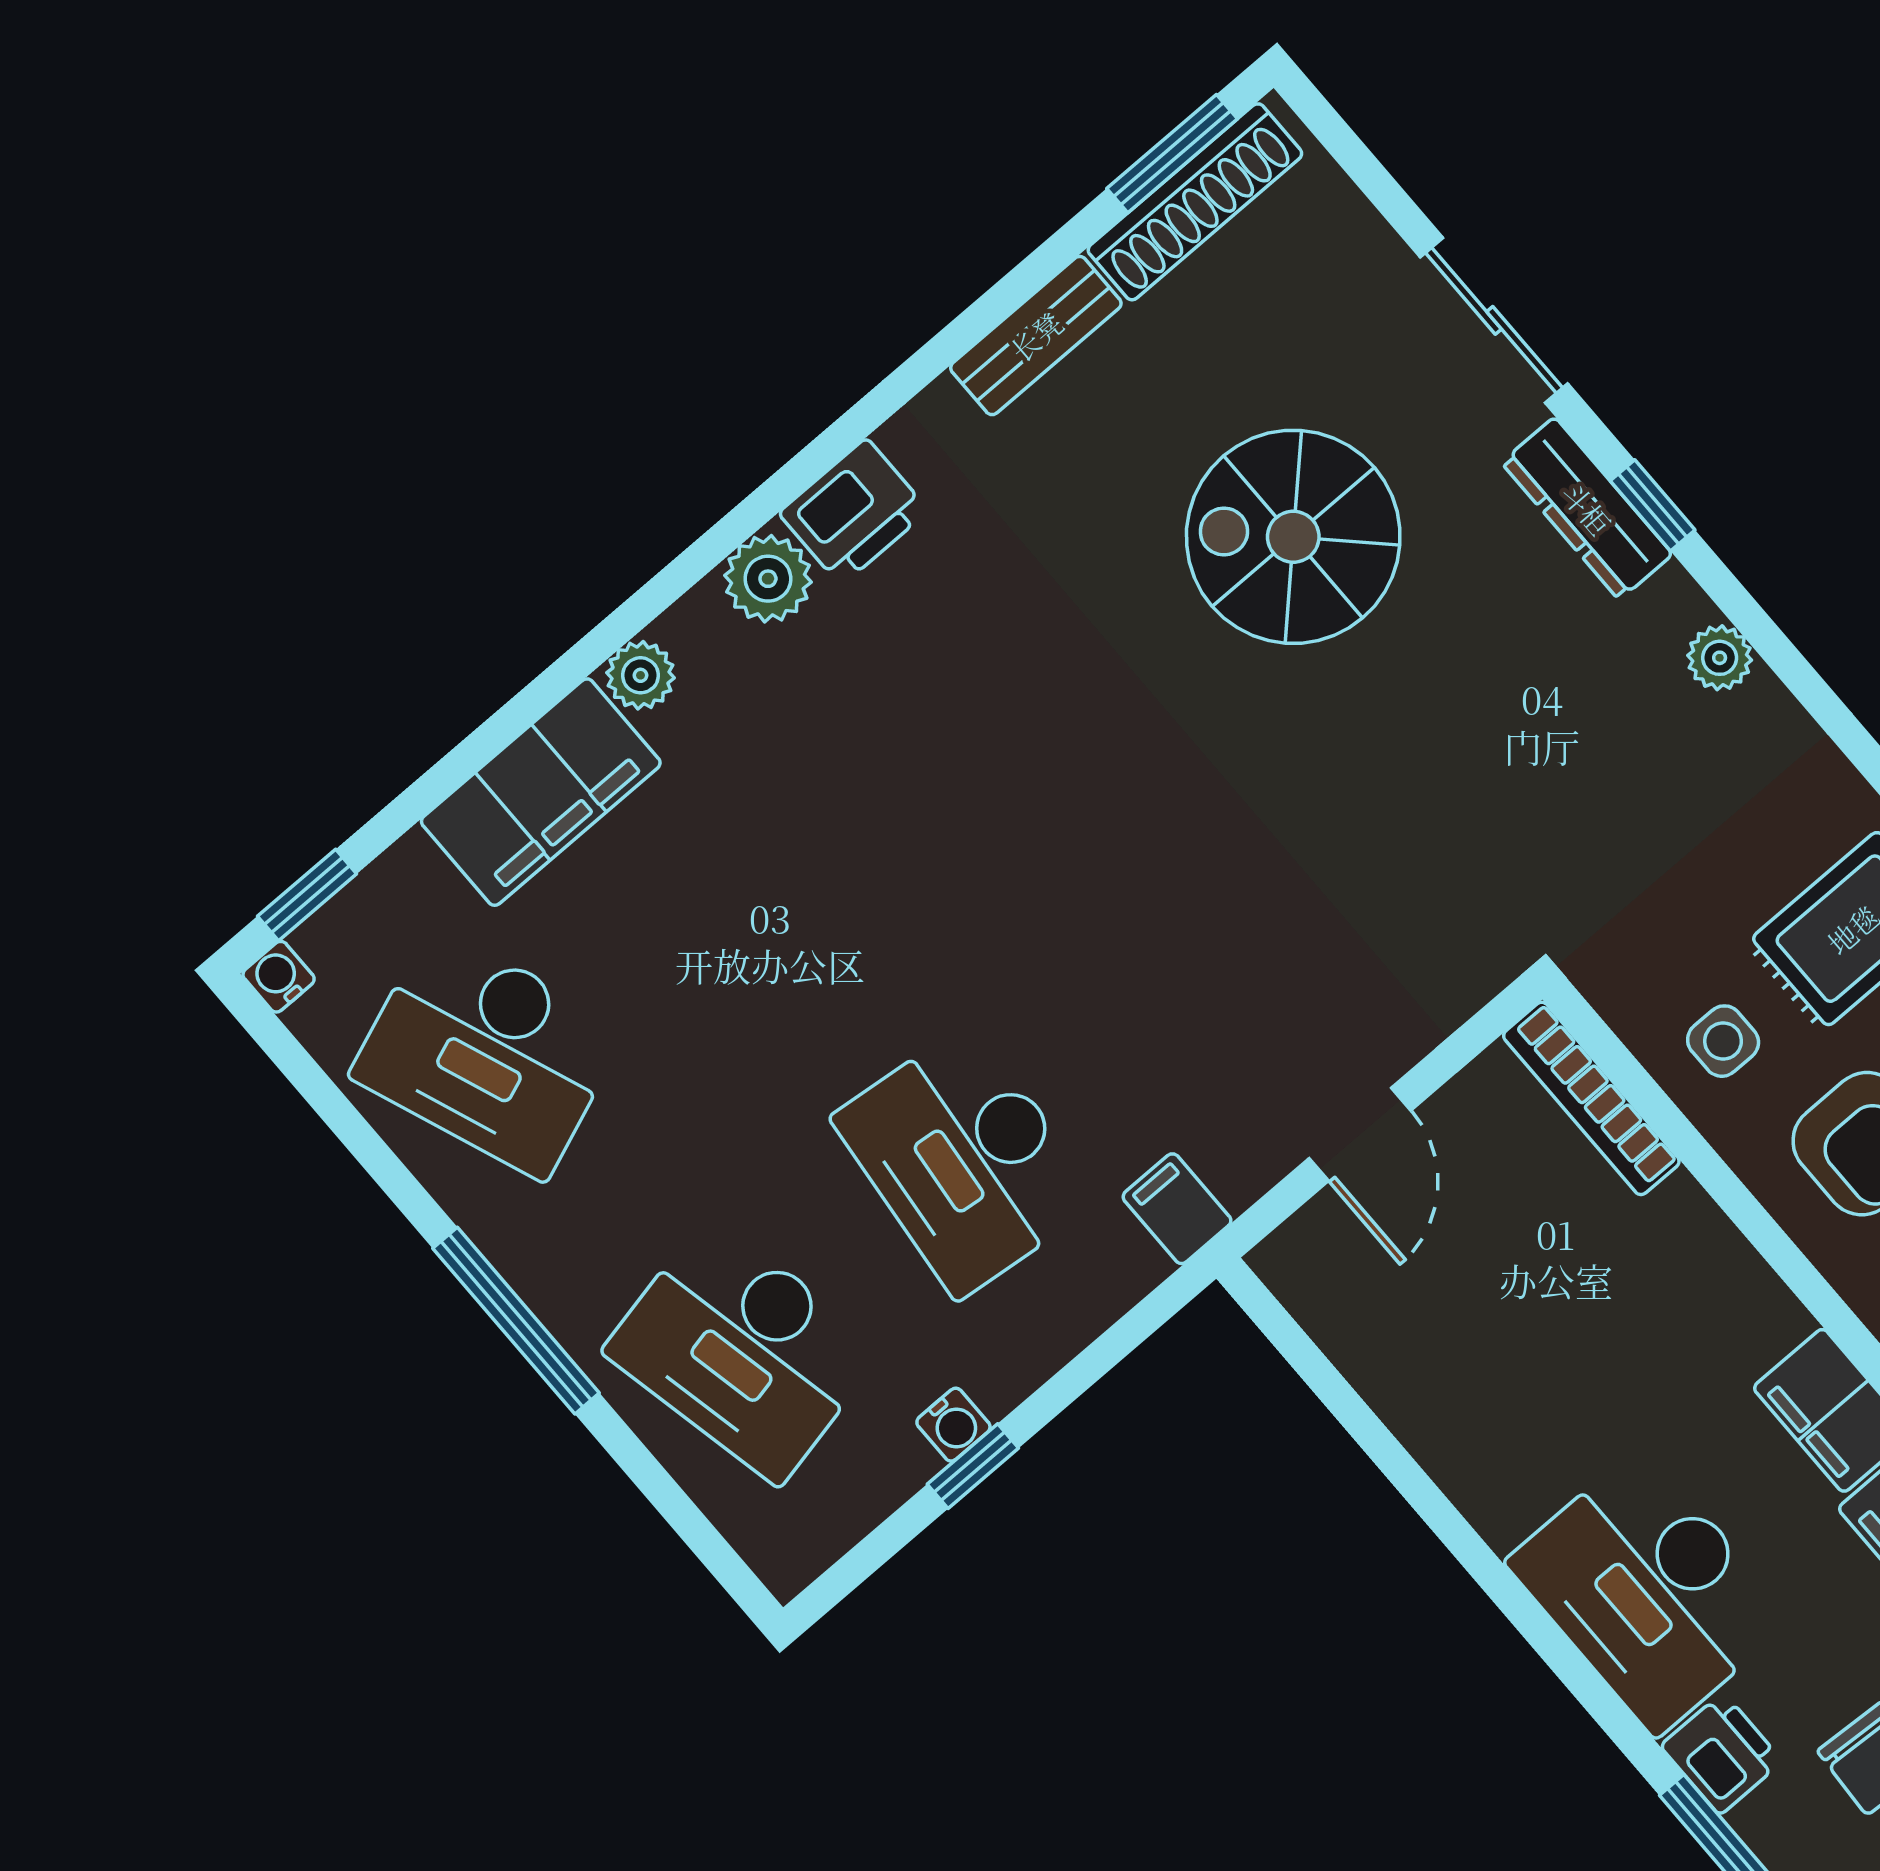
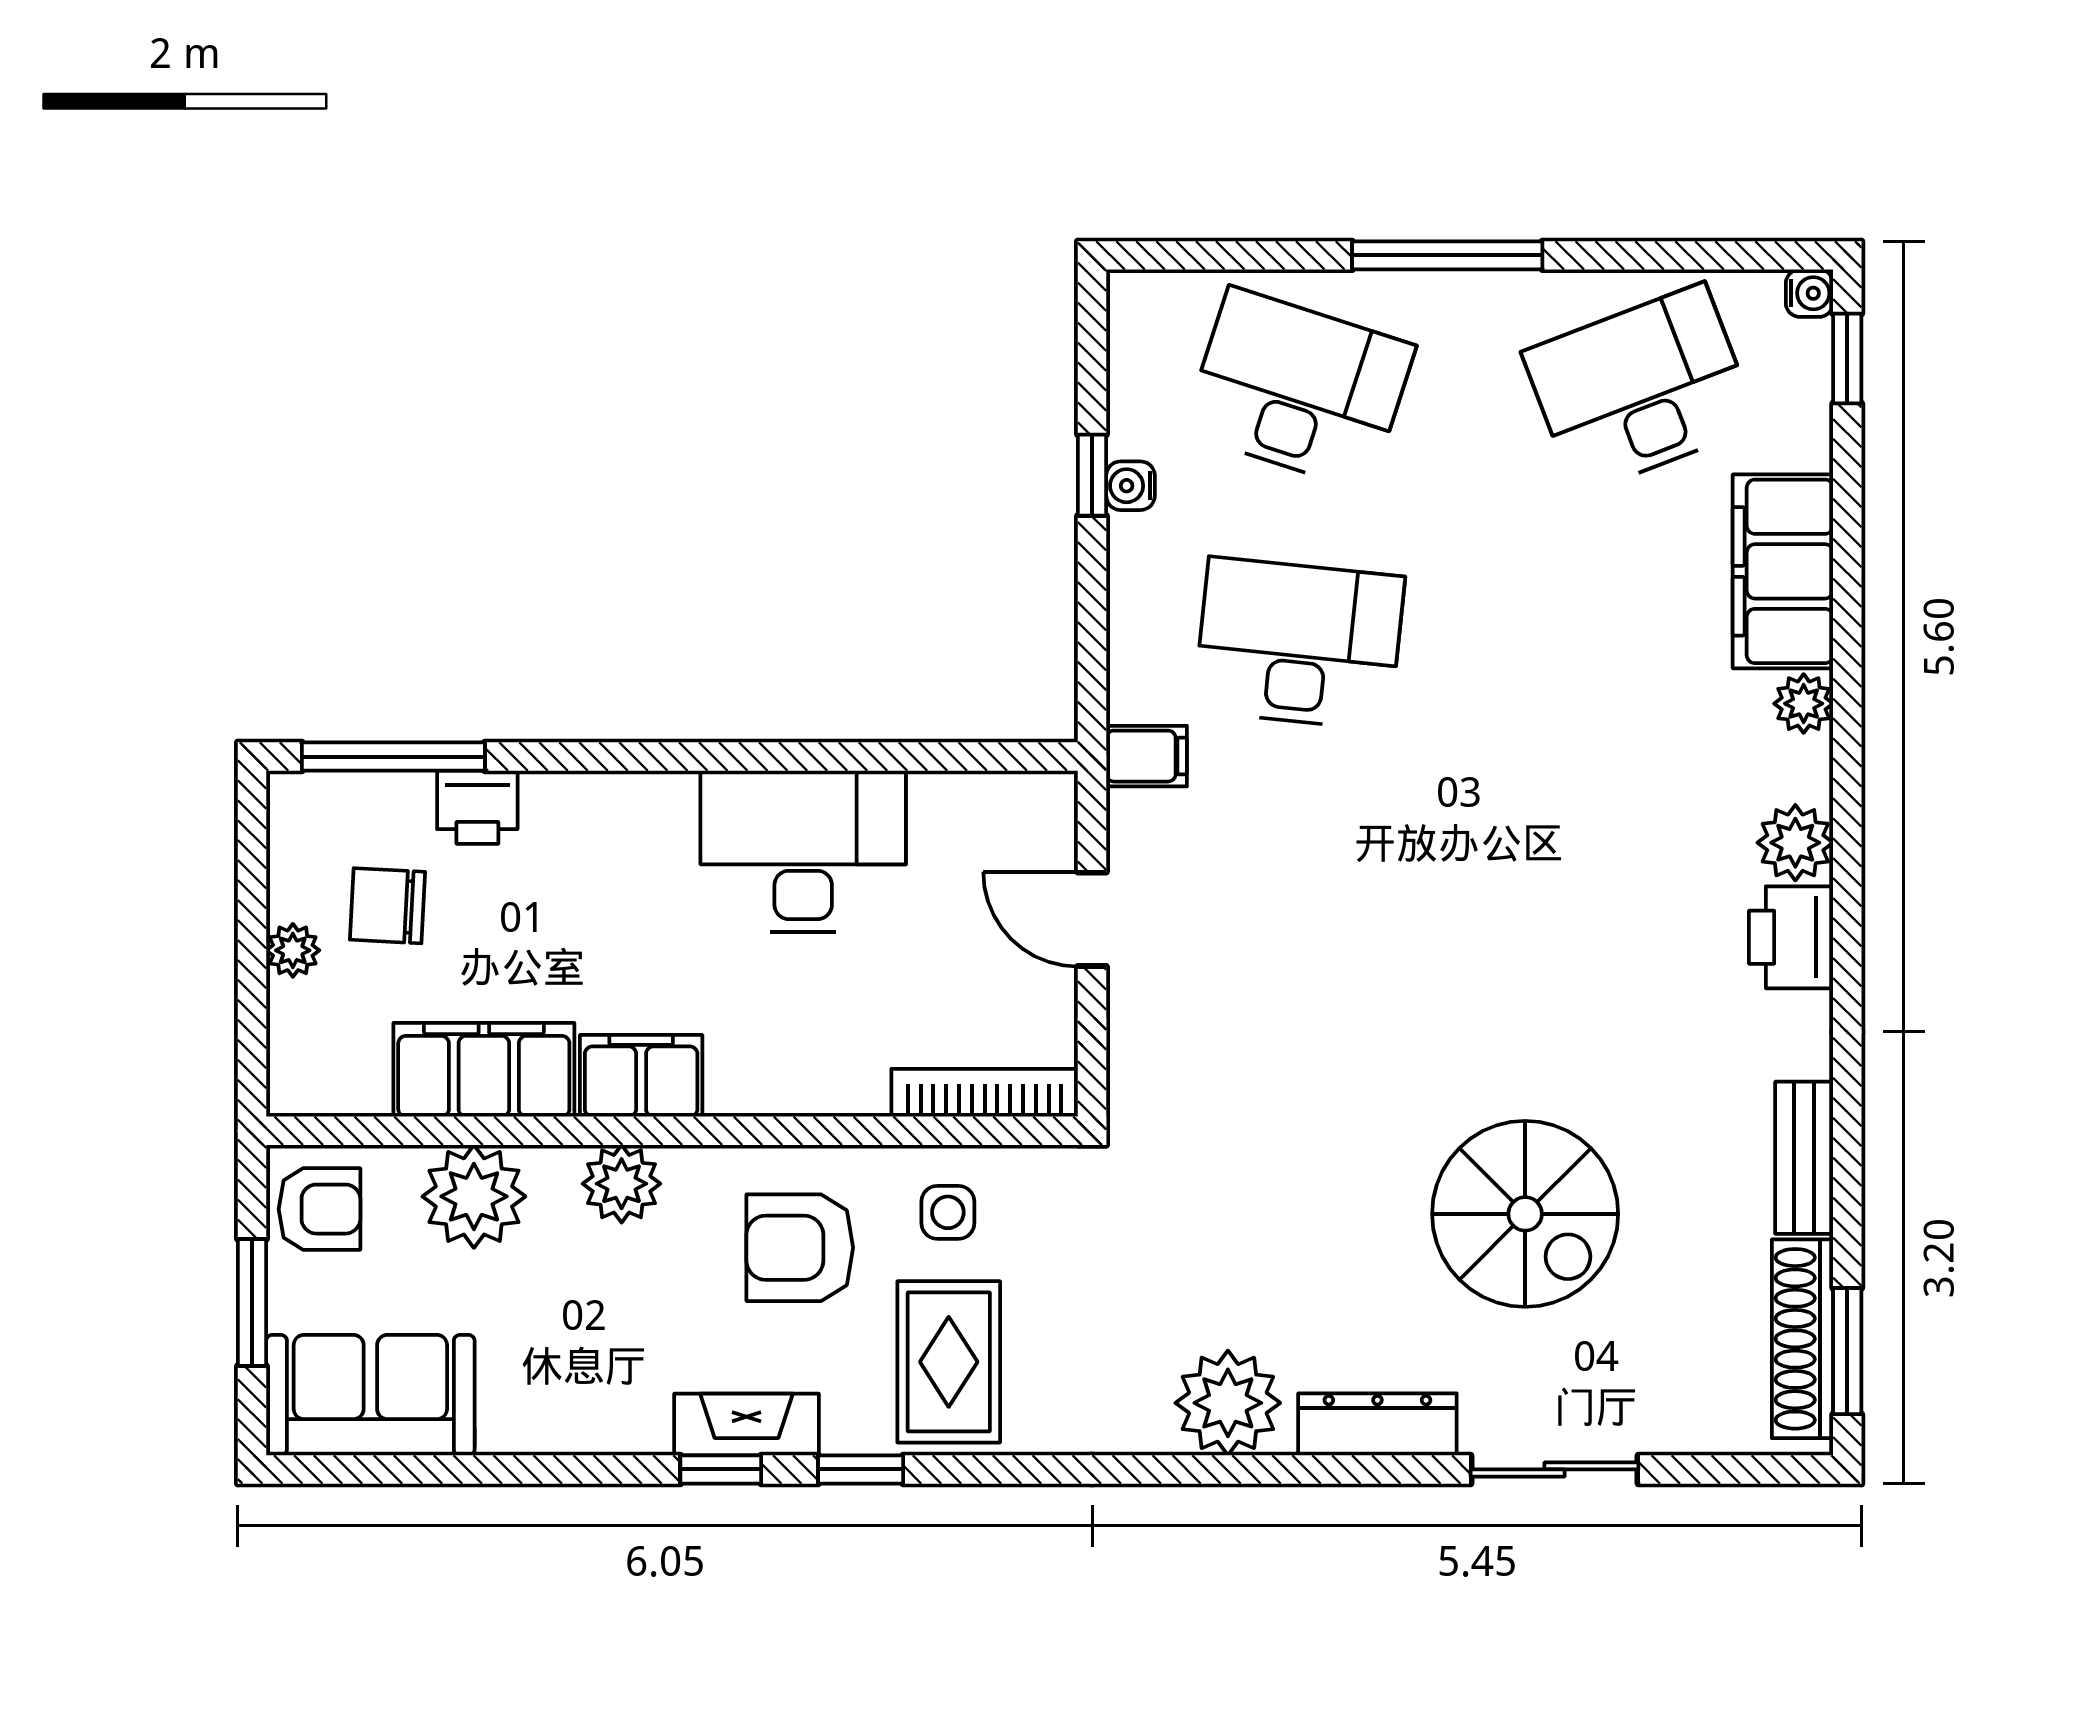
window: (1653, 505) -> (1342, 1469), removed
spiral stairs: (1293, 537) -> (1525, 1214), turned 90
plant: (1720, 658) -> (1228, 1403), width x1.87, depth x1.87
desk: (743, 1350) -> (1299, 389), turned 30
desk: (1649, 1591) -> (803, 851), moved

